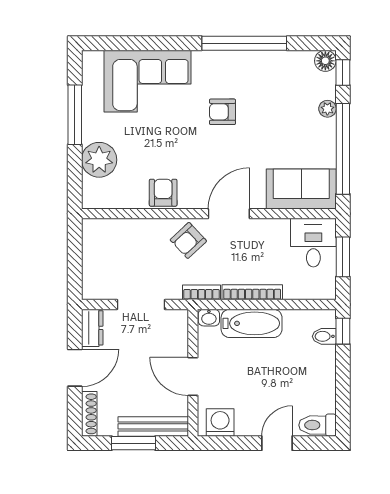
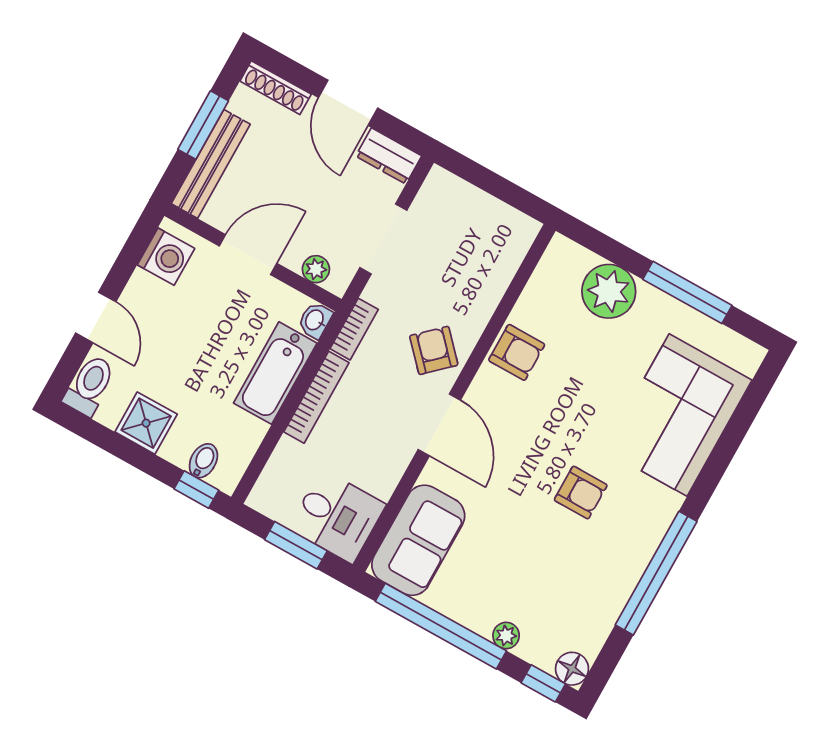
armchair: (222, 112) -> (581, 493), turned 90
plant: (180, 333) -> (316, 269), added
shower: (321, 381) -> (146, 423), added

